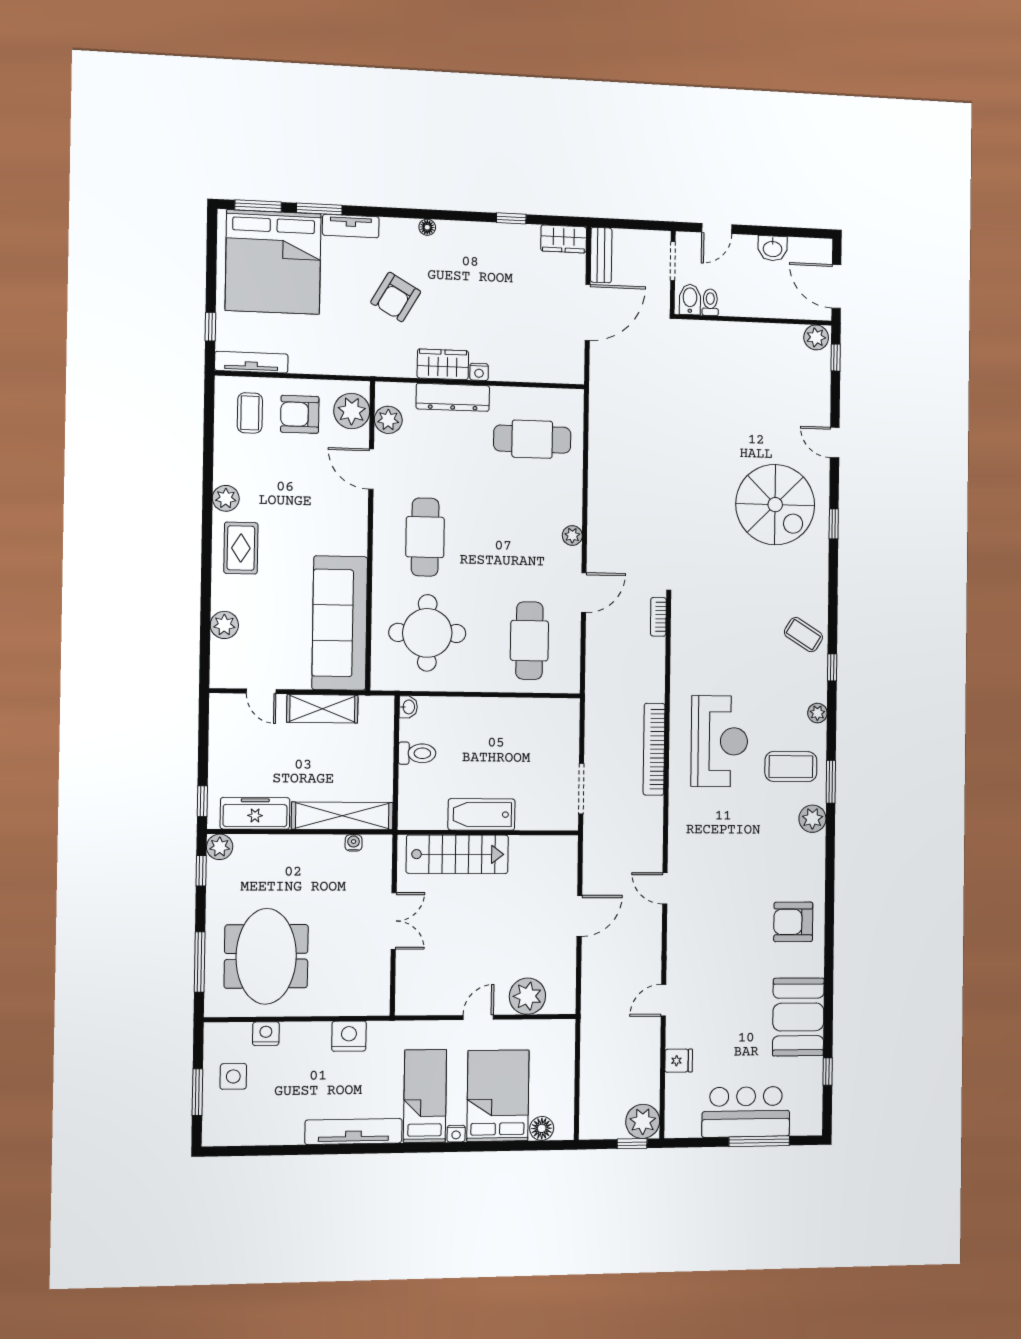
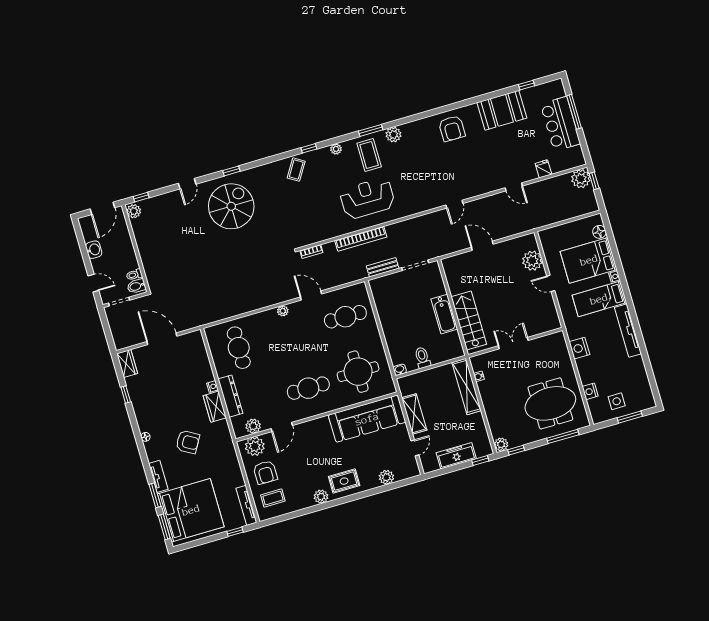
bench: (601, 255) -> (383, 267), moved
bookcase: (654, 749) -> (361, 239), moved
freezer: (255, 813) -> (456, 456), moved, turned 90

